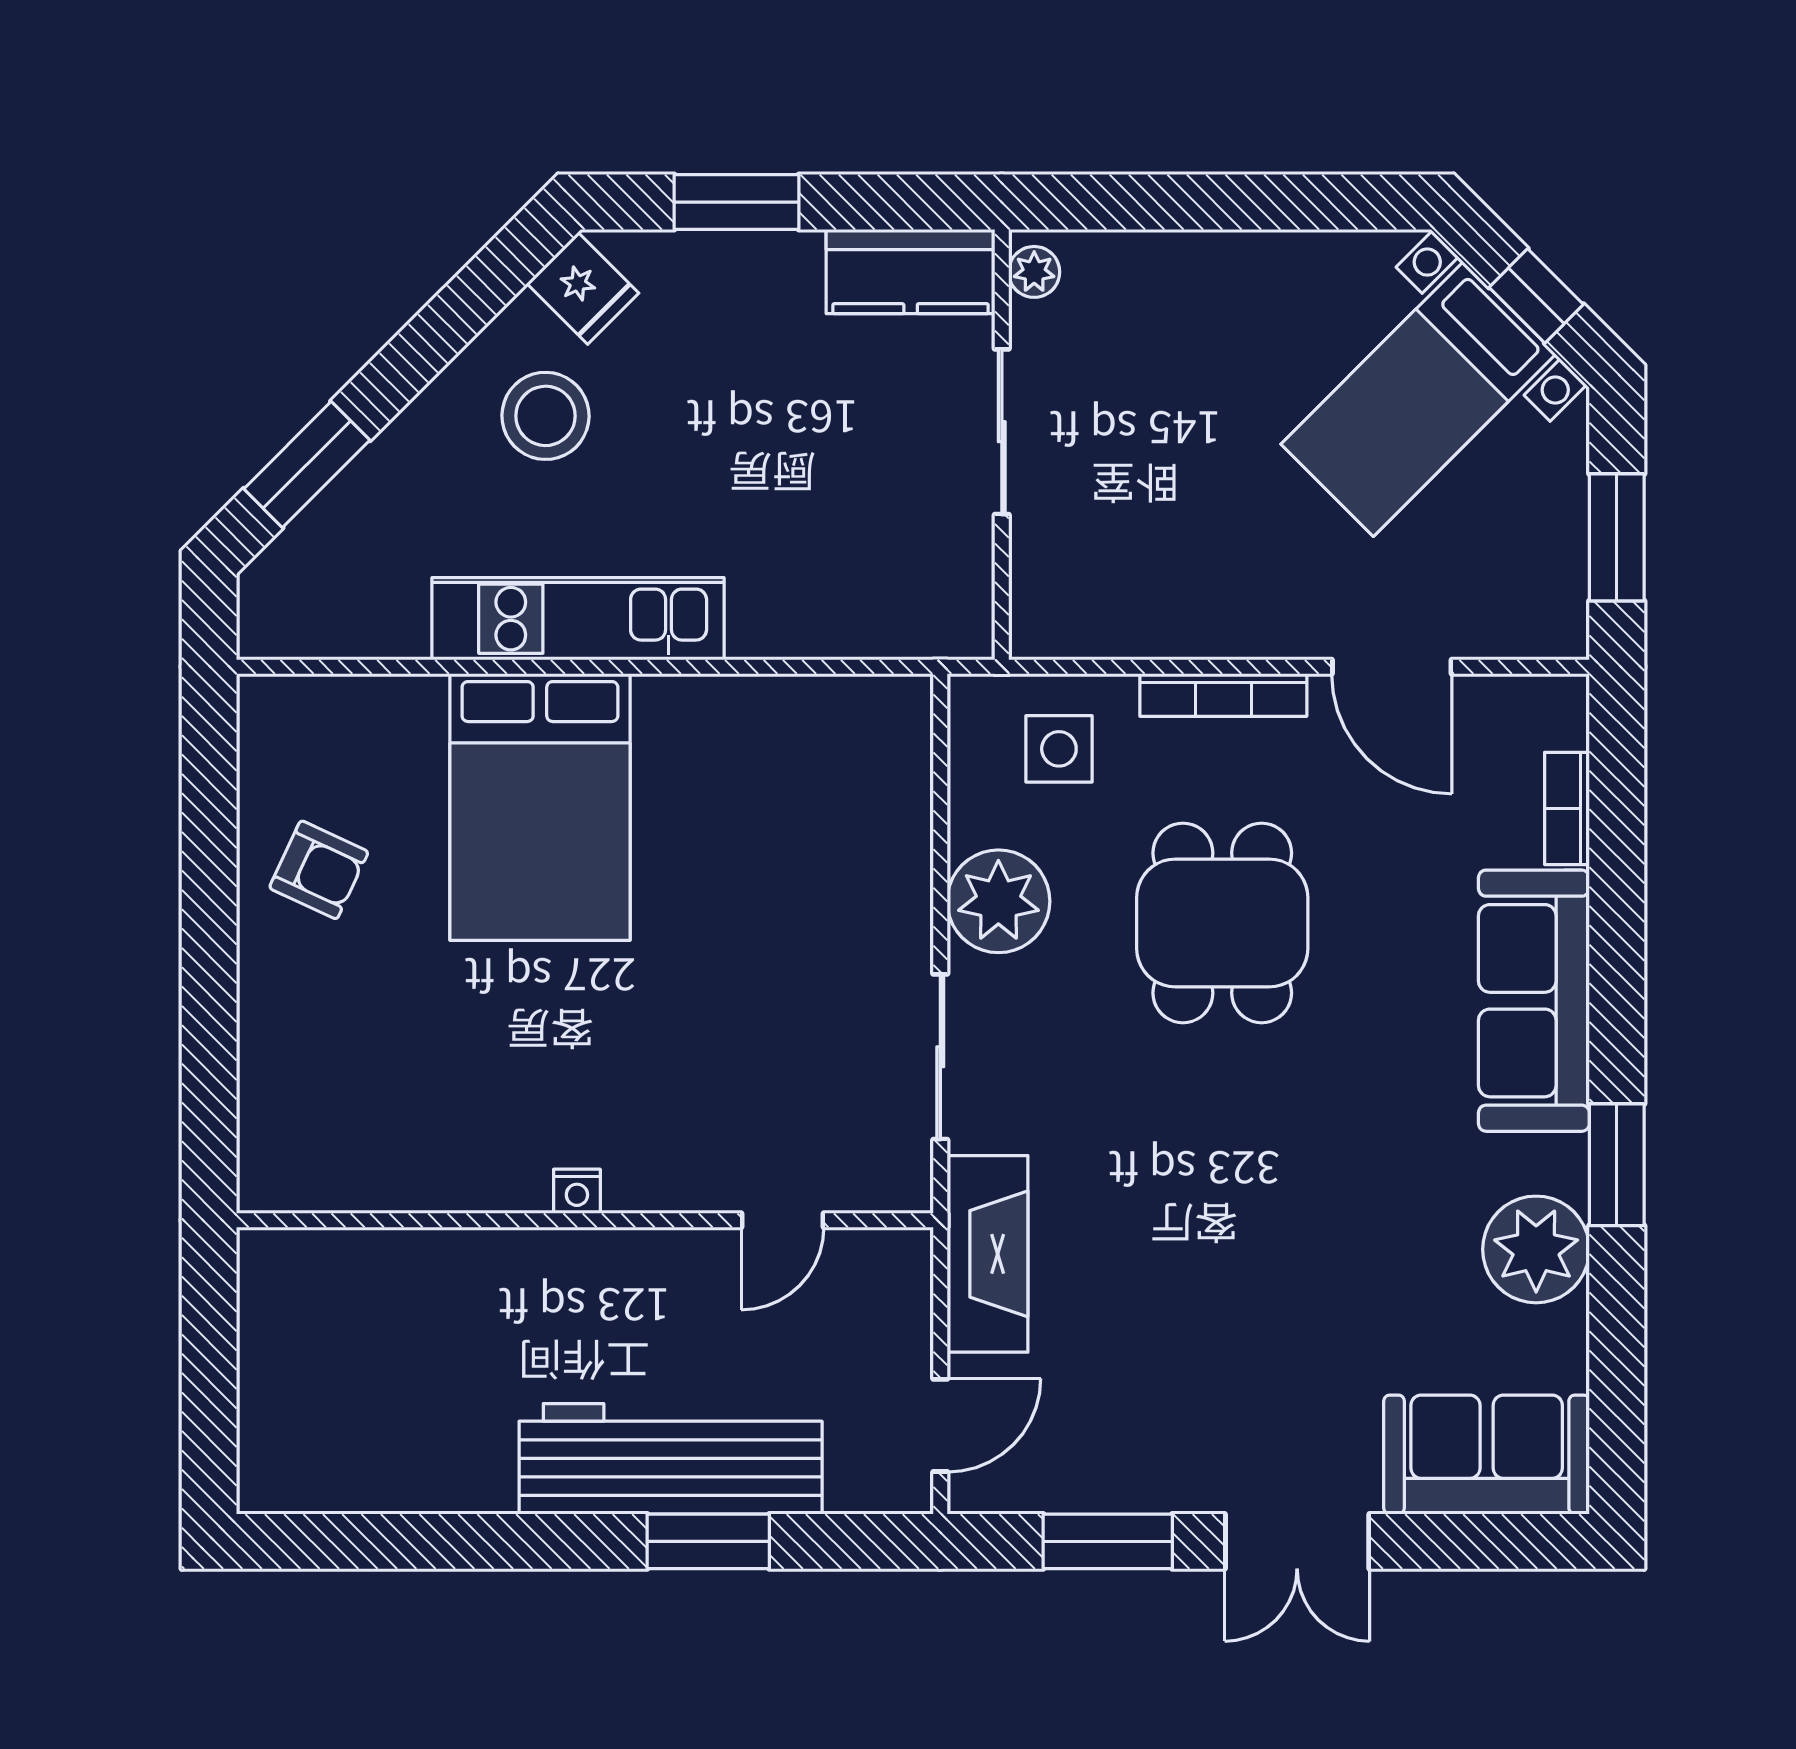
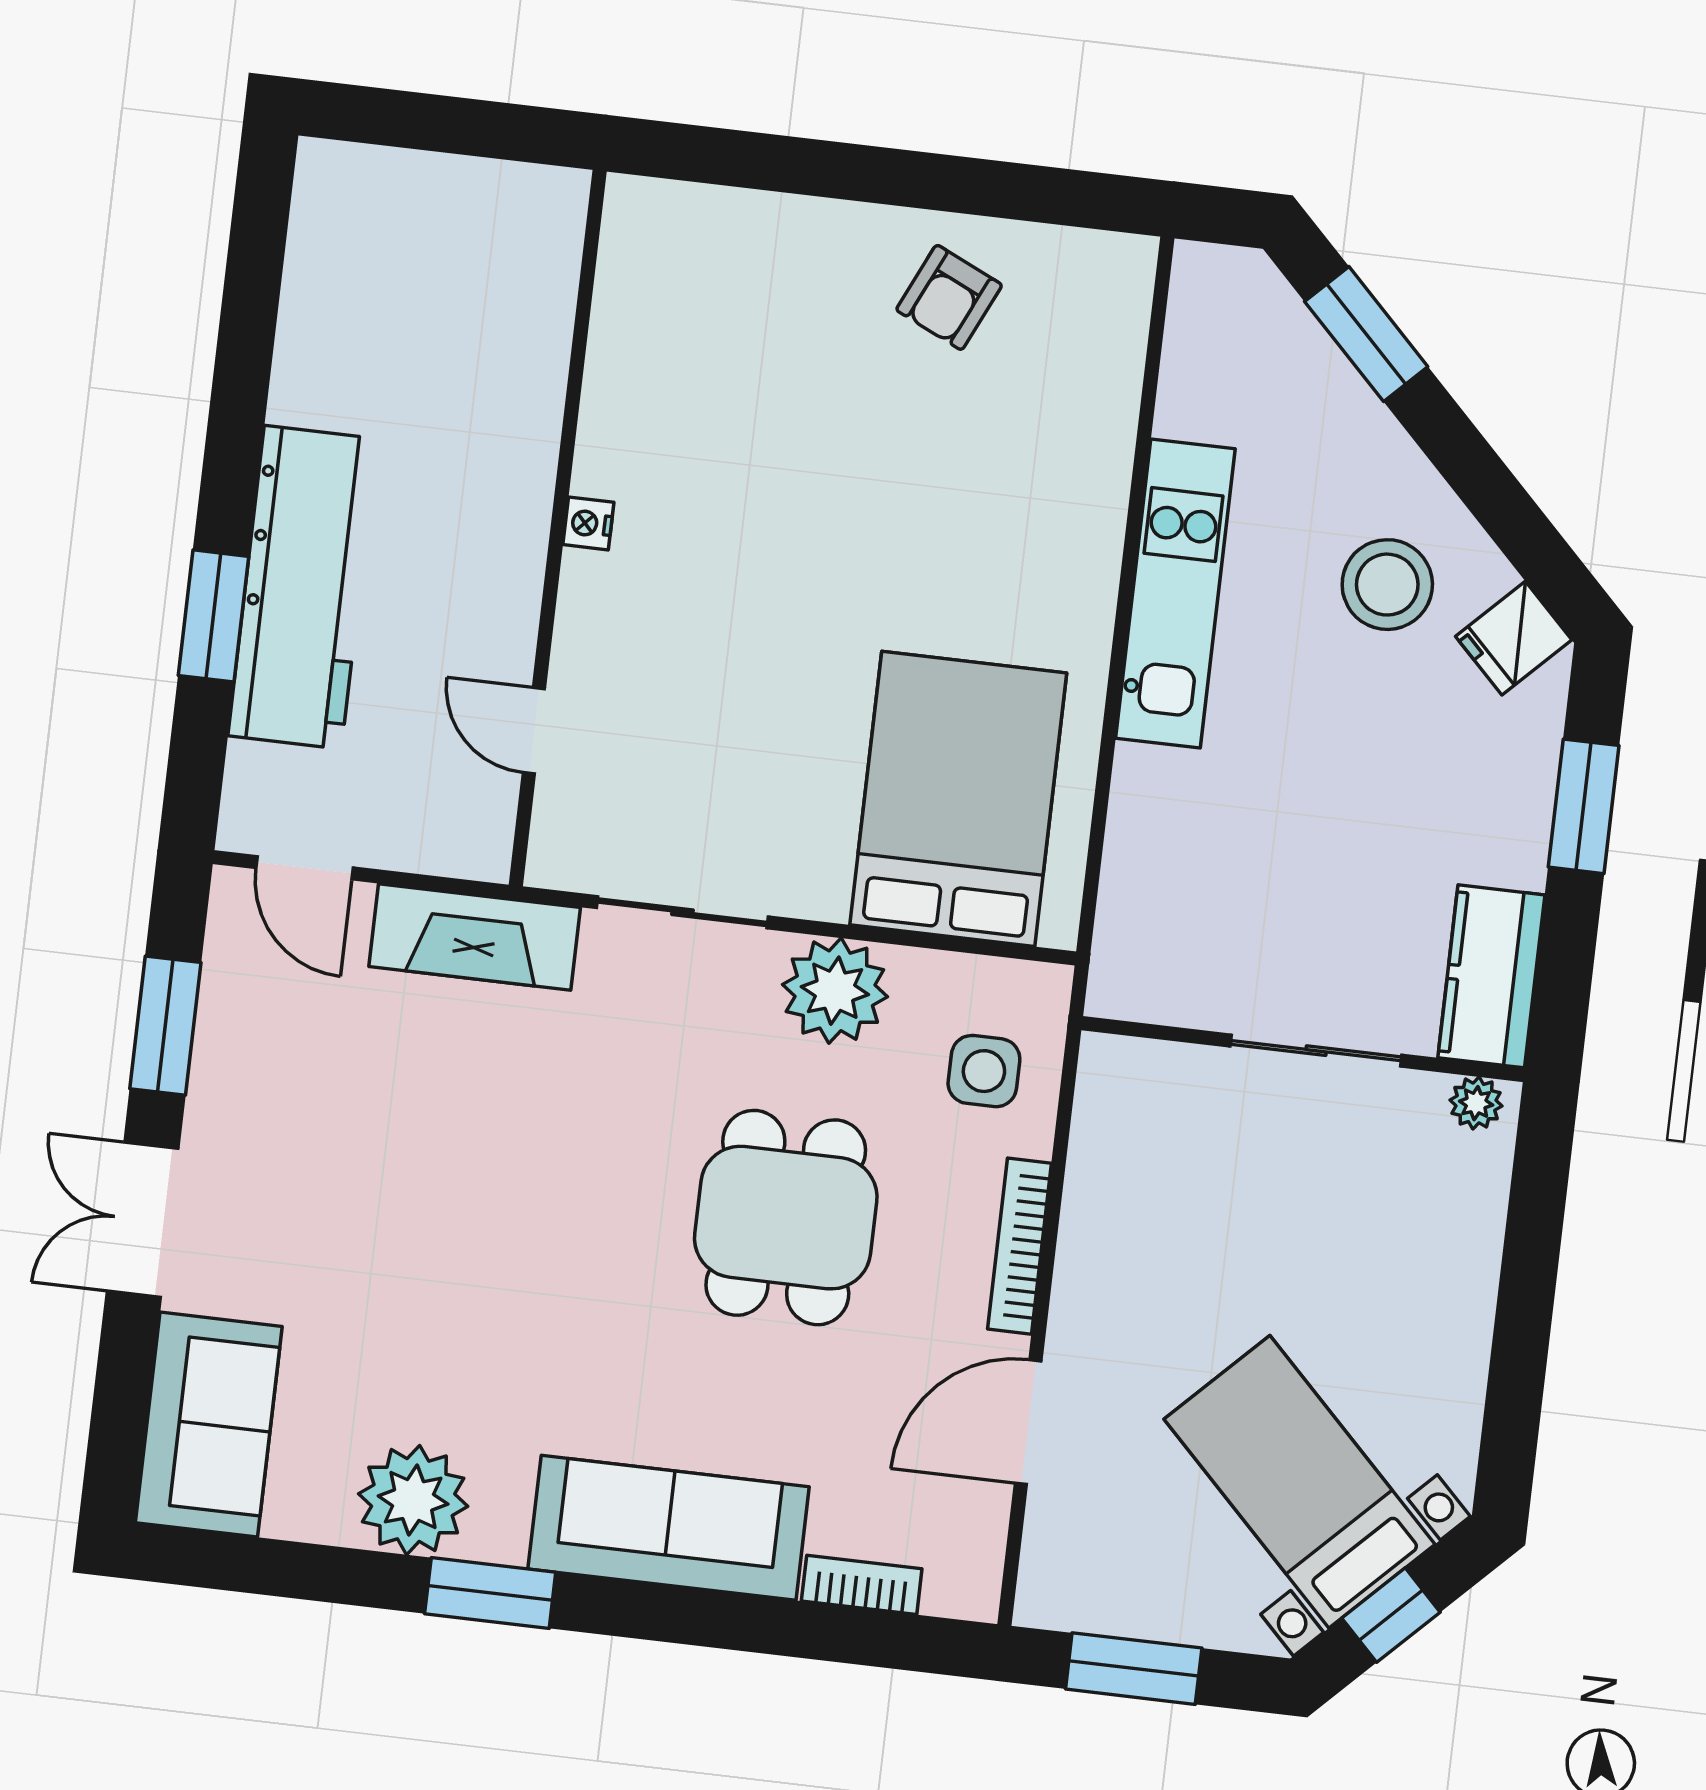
bed: (540, 807) -> (958, 799), moved, turned 90
dining table: (1222, 923) -> (786, 1218), turned 90

